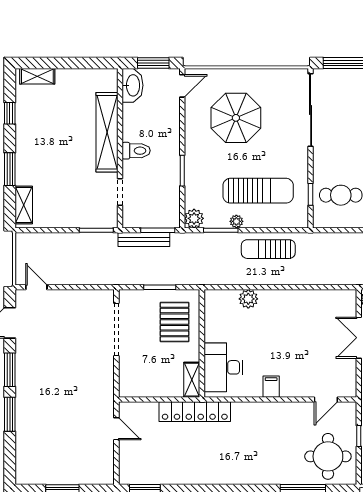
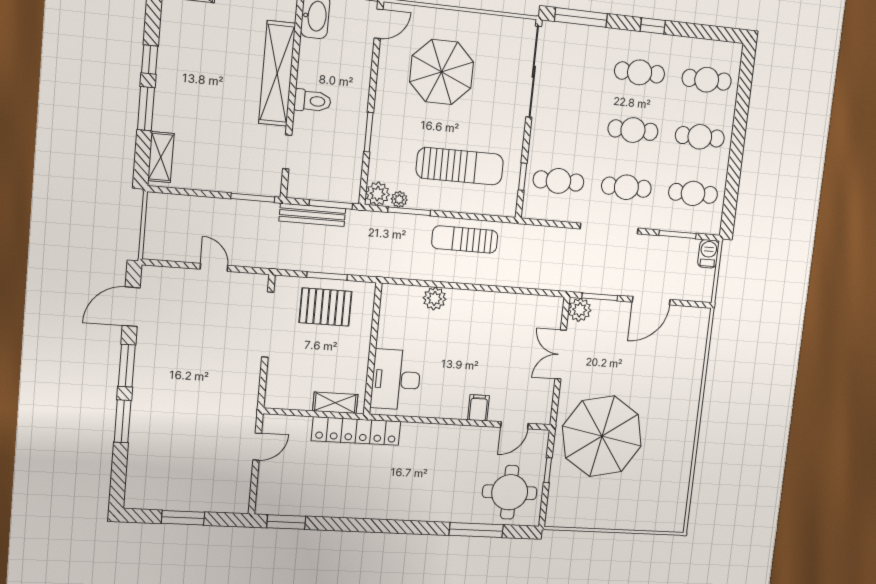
window: (10, 113) -> (150, 59), moved
plant: (236, 221) -> (399, 199), moved
door: (36, 287) -> (214, 267), moved
pallet: (175, 322) -> (325, 307), moved, turned 90
shelving: (192, 380) -> (335, 403), moved, turned 90
filing cabinet: (271, 387) -> (478, 408), moved
door: (116, 429) -> (257, 447), hinge flipped

